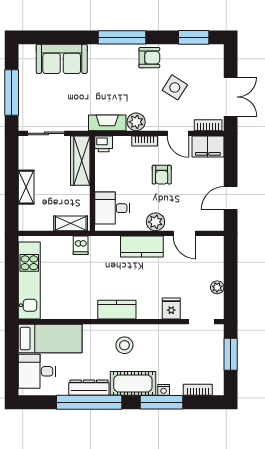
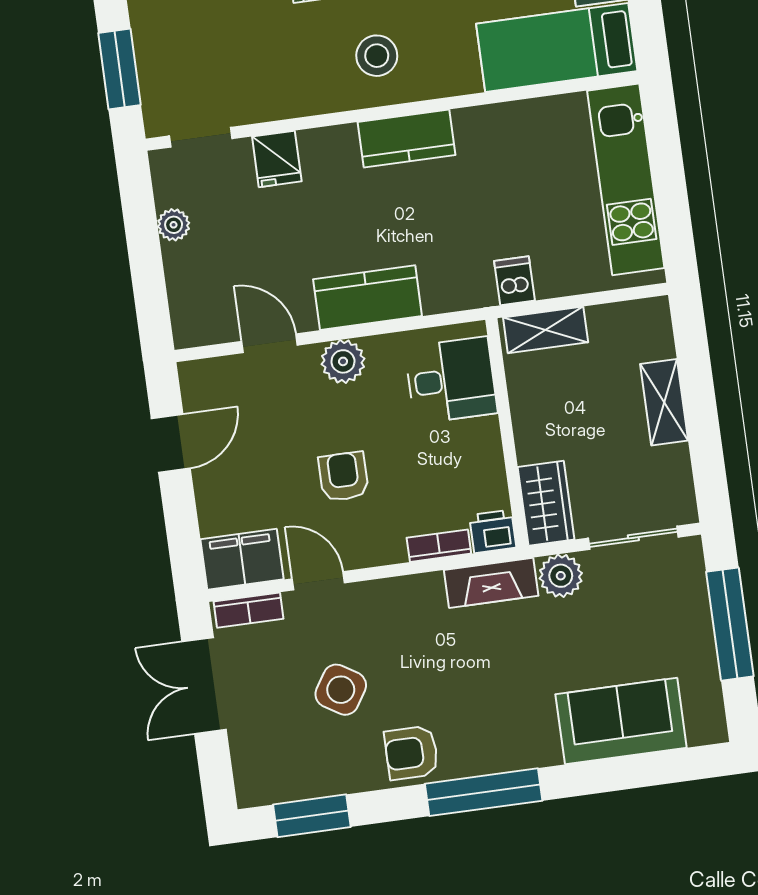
plant: (136, 122) -> (561, 576), moved
bookcase: (145, 141) -> (439, 546), moved
wardrobe: (80, 161) -> (546, 503), width x0.67

